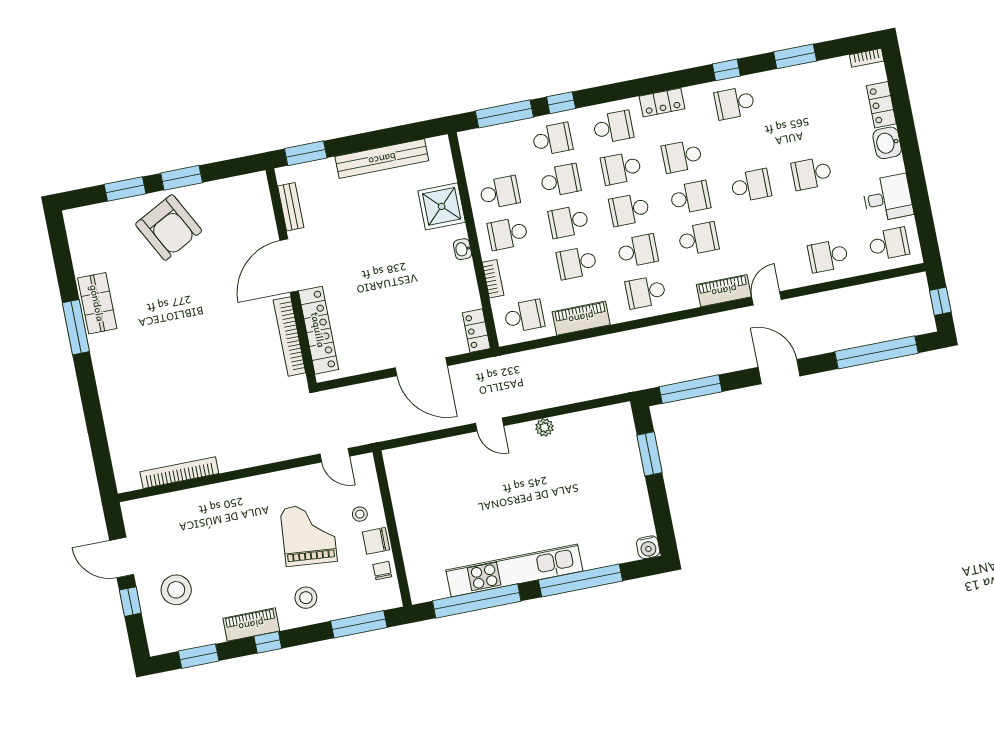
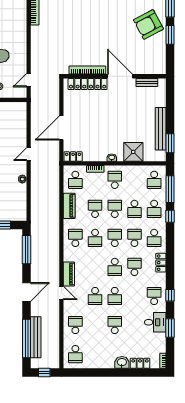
window: (306, 153) -> (170, 143), moved
school desk: (500, 192) -> (154, 180), moved
desk: (888, 198) -> (155, 322), moved, turned -90
school desk: (698, 239) -> (95, 296), moved
bench: (870, 334) -> (36, 337), added

